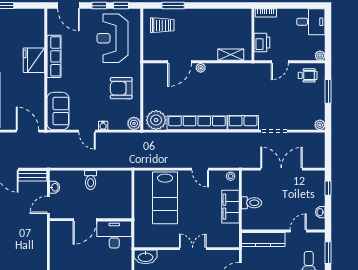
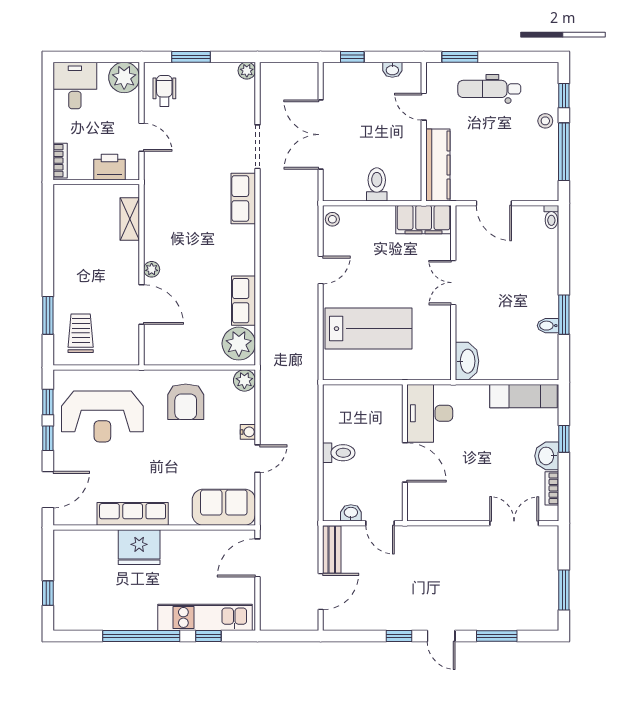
plant: (320, 56) -> (124, 77), width x1.88, depth x1.88
row of seats: (197, 123) -> (244, 301), width x0.50
filing cabinet: (230, 207) -> (424, 220), moved

